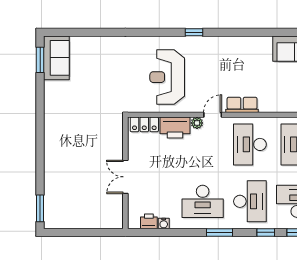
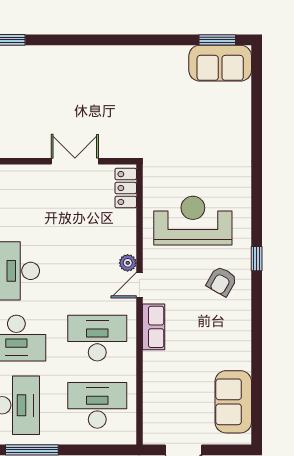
armchair: (210, 57) -> (222, 281), added
door: (213, 115) -> (139, 285), swing flipped
printer: (175, 128) -> (121, 232), removed
double door: (125, 177) -> (75, 161), moved

